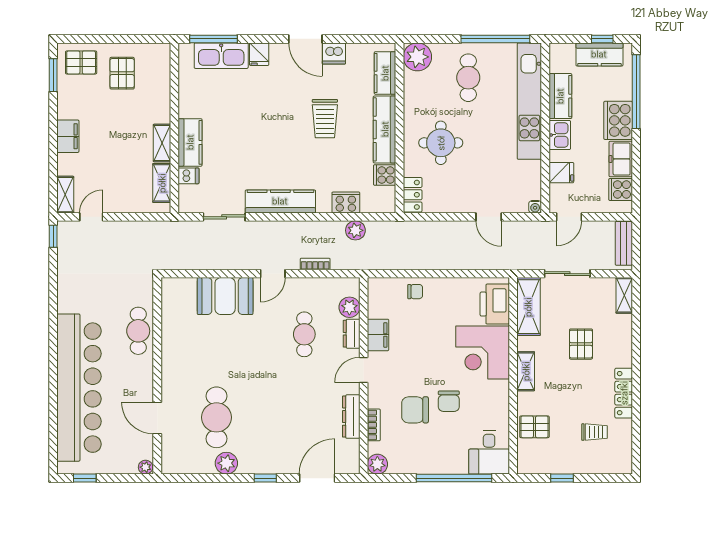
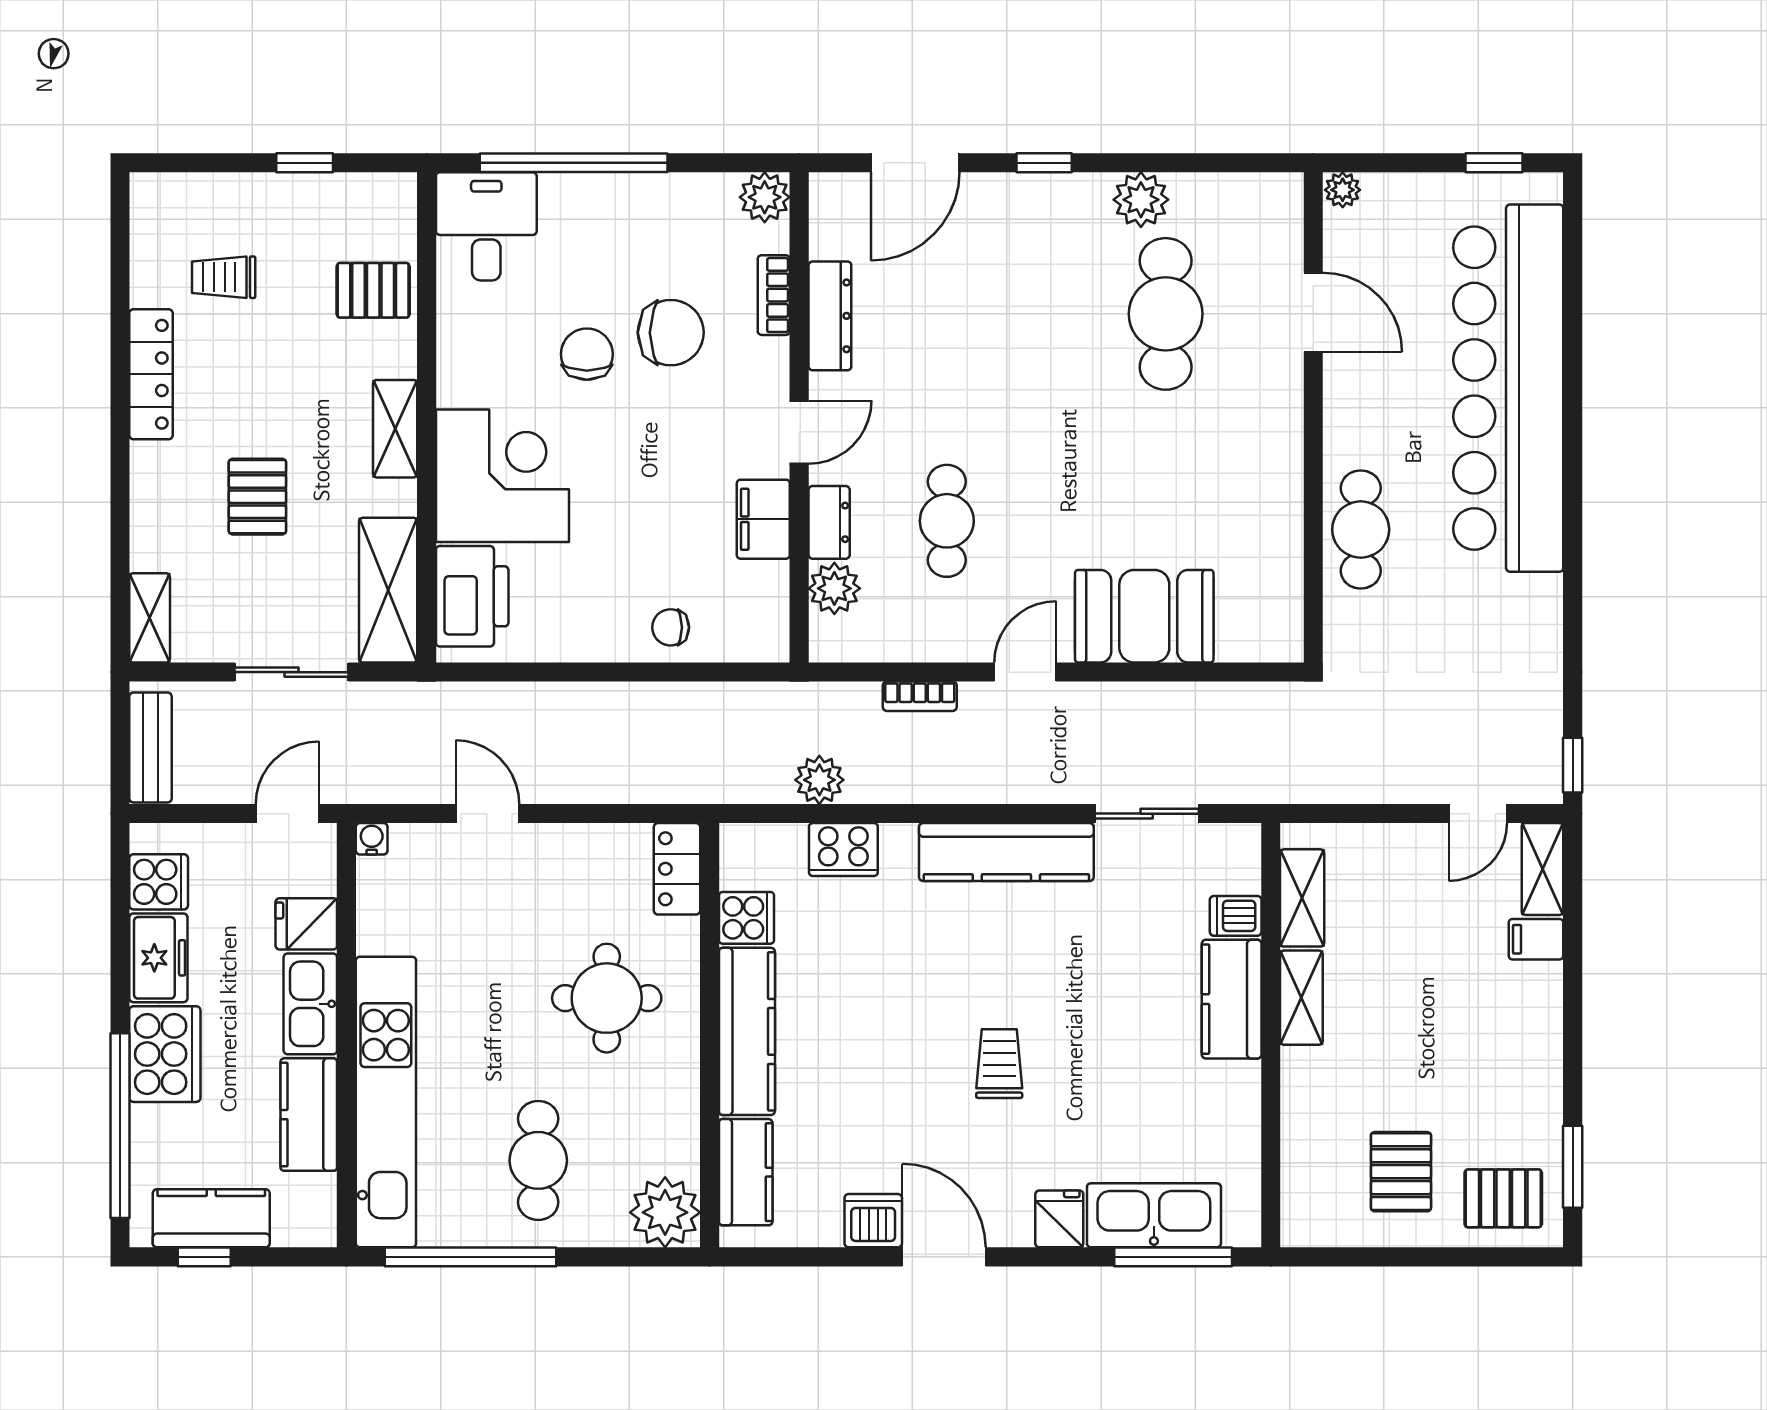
trolley: (325, 119) -> (999, 1064), moved, width x0.73, depth x0.72
kitchen sink: (560, 135) -> (310, 1004), width x1.38
filing cabinet: (68, 136) -> (1536, 939), moved, width x0.50

